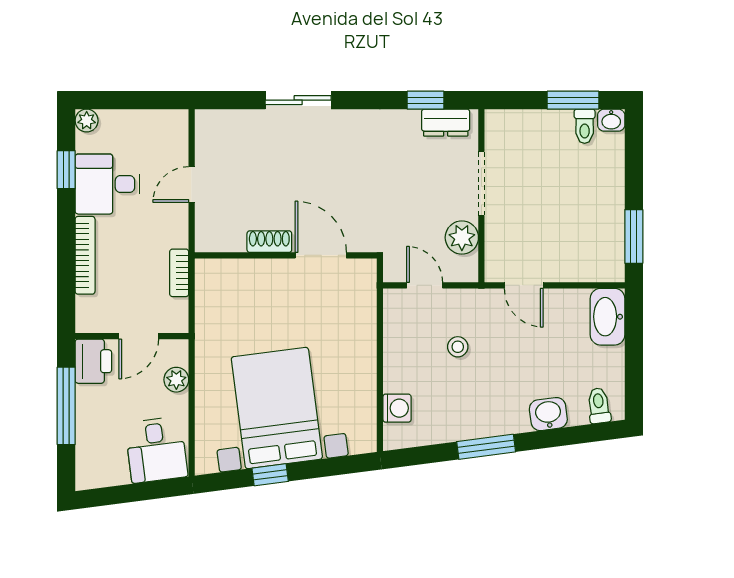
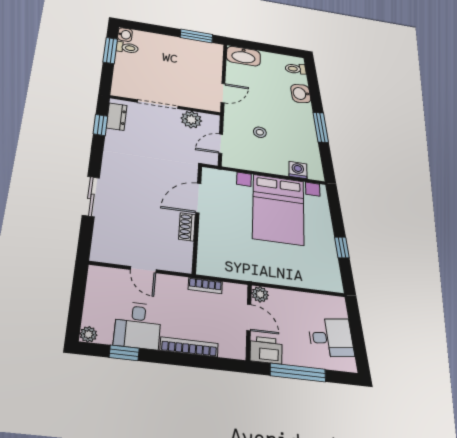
plant: (176, 380) -> (260, 294), moved
bed with nightstands: (277, 408) -> (278, 210), moved, turned -83
desk: (156, 450) -> (331, 338), moved

